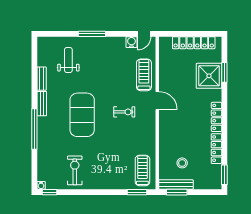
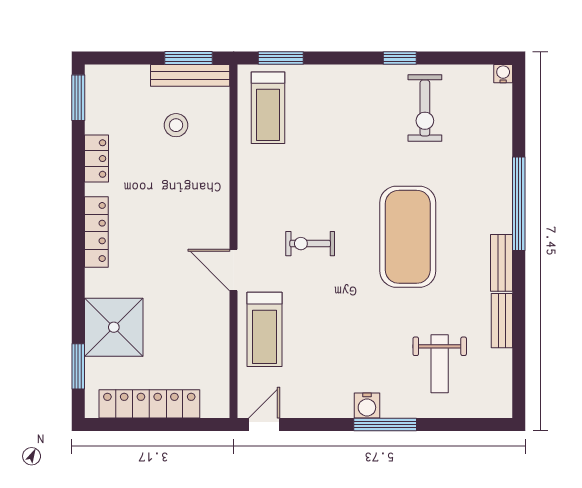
water cooler: (131, 42) -> (367, 405), moved
window: (224, 72) -> (78, 366), moved
locker: (216, 149) -> (97, 159), width x0.66
window: (49, 192) -> (400, 58), moved

